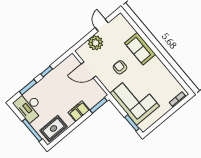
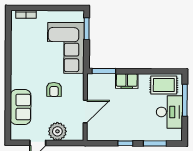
sofa: (140, 49) -> (21, 107), moved
door: (89, 70) -> (85, 112), hinge flipped
desk: (29, 107) -> (169, 112), moved

